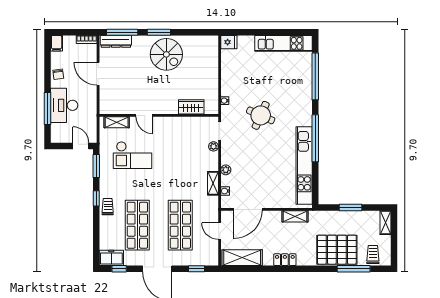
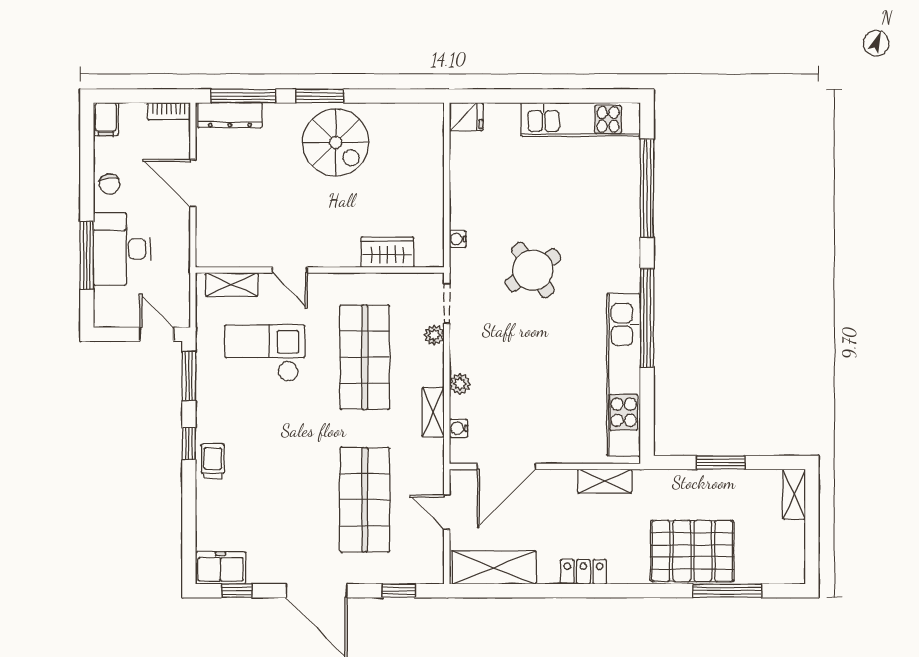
round table: (261, 115) -> (533, 270), turned 32
checkout: (132, 155) -> (265, 353), turned 180
shop shelf: (137, 225) -> (365, 357), moved
trolley: (373, 254) -> (767, 561), removed

